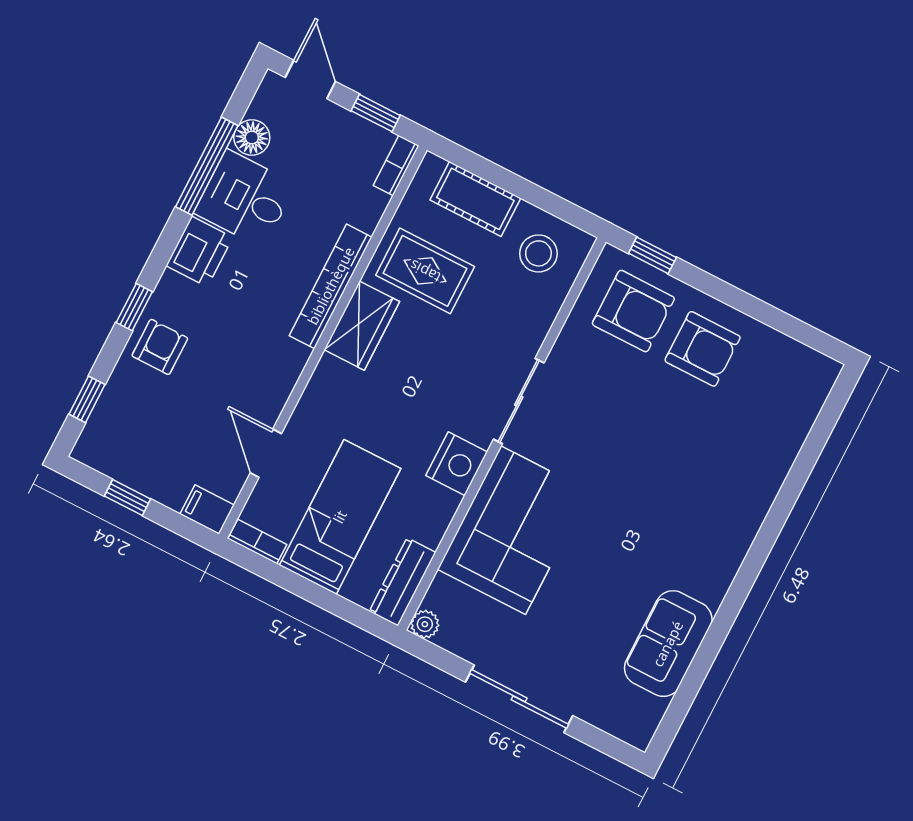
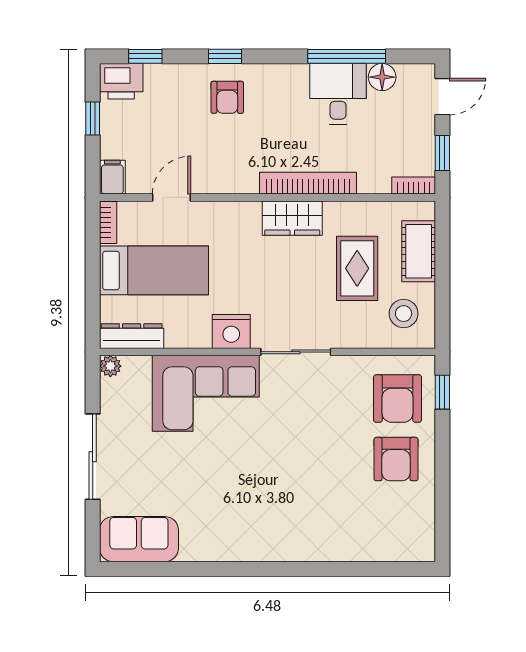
printer: (199, 251) -> (121, 81), moved
rug: (425, 271) -> (357, 268), moved
armchair: (160, 347) -> (227, 97), moved, turned 90
sofa: (668, 644) -> (139, 539), moved

